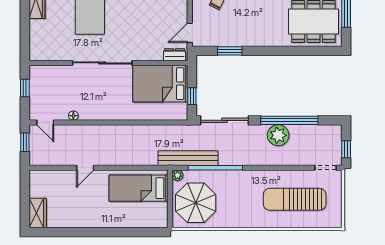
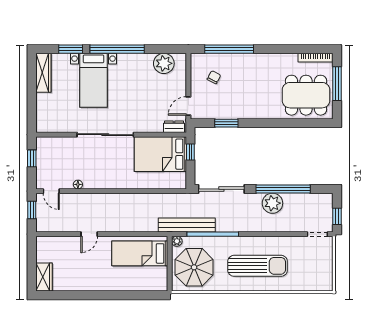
window: (192, 96) -> (190, 152), moved
sun lounger: (295, 199) -> (258, 266), moved, turned 180

